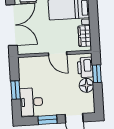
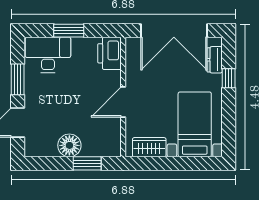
printer: (85, 67) -> (110, 53), moved, turned -90

